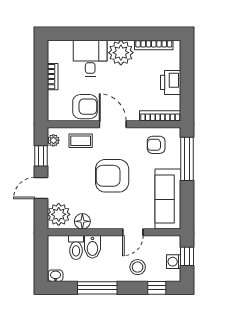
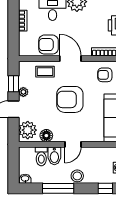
armchair: (85, 107) -> (48, 45), turned 180
plant: (53, 140) -> (23, 92), moved
door: (133, 232) -> (73, 144), moved
stool: (138, 267) -> (77, 176), moved

